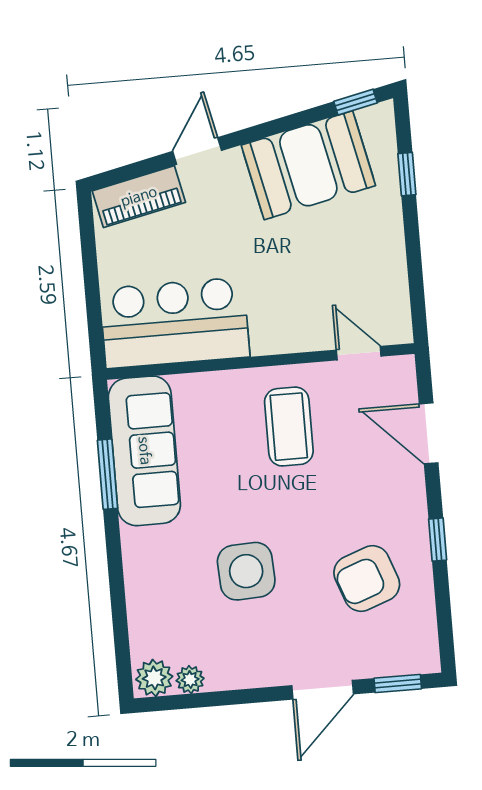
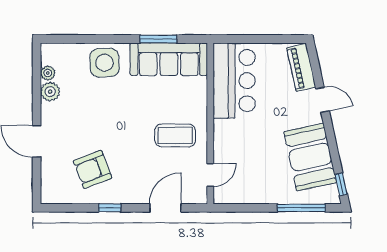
window: (407, 174) -> (301, 208), width x2.17
side table: (246, 571) -> (104, 63), moved
armchair: (367, 579) -> (93, 169), turned -91
plant: (154, 678) -> (50, 92), moved
window: (398, 683) -> (37, 181), removed

